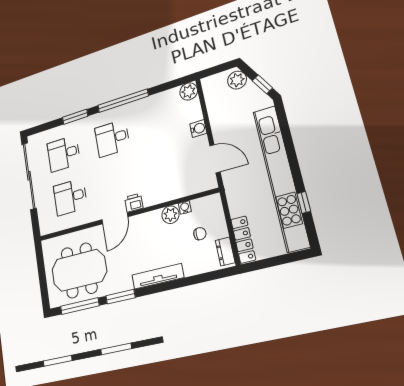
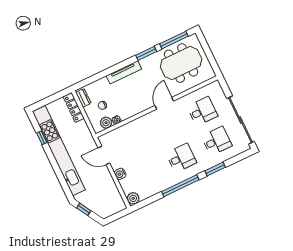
plant: (237, 80) -> (101, 210), removed
printer: (134, 203) -> (153, 116), removed
plant: (170, 215) -> (106, 123), moved

